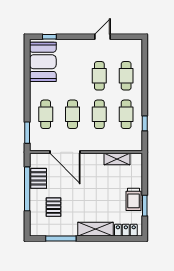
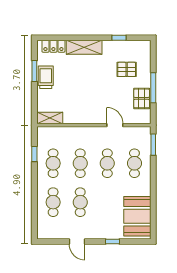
window: (49, 37) -> (112, 242), moved
door: (103, 37) -> (77, 242), hinge flipped
door: (65, 152) -> (115, 125), width x0.53
shelving: (117, 159) -> (50, 118), moved
window: (27, 189) -> (153, 88), width x0.68
pallet: (53, 207) -> (127, 69), turned 90
window: (61, 238) -> (119, 38), width x0.46

